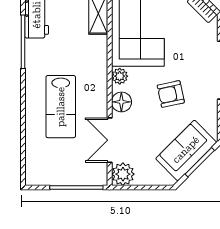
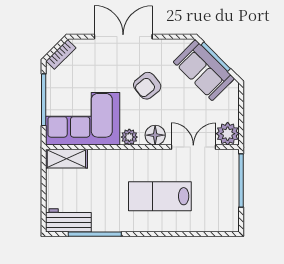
armchair: (171, 94) -> (147, 86), turned 63
lab bench: (61, 107) -> (160, 196), turned 180
double door: (110, 140) -> (193, 147), swing flipped

